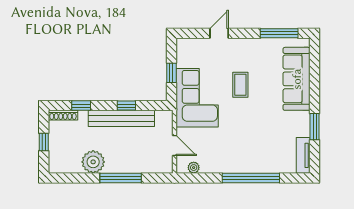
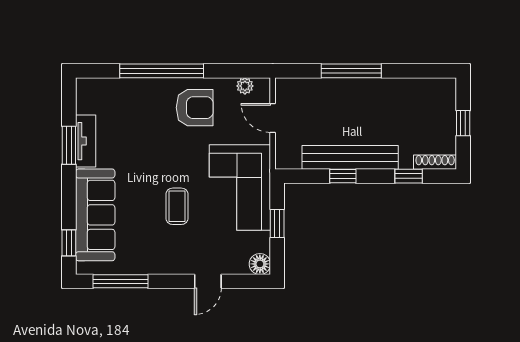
floor lamp: (183, 45) -> (260, 264), added
window: (315, 60) -> (69, 243), added
armchair: (228, 153) -> (195, 108), added
tv unit: (303, 155) -> (86, 141), moved
plant: (93, 162) -> (391, 94), removed

